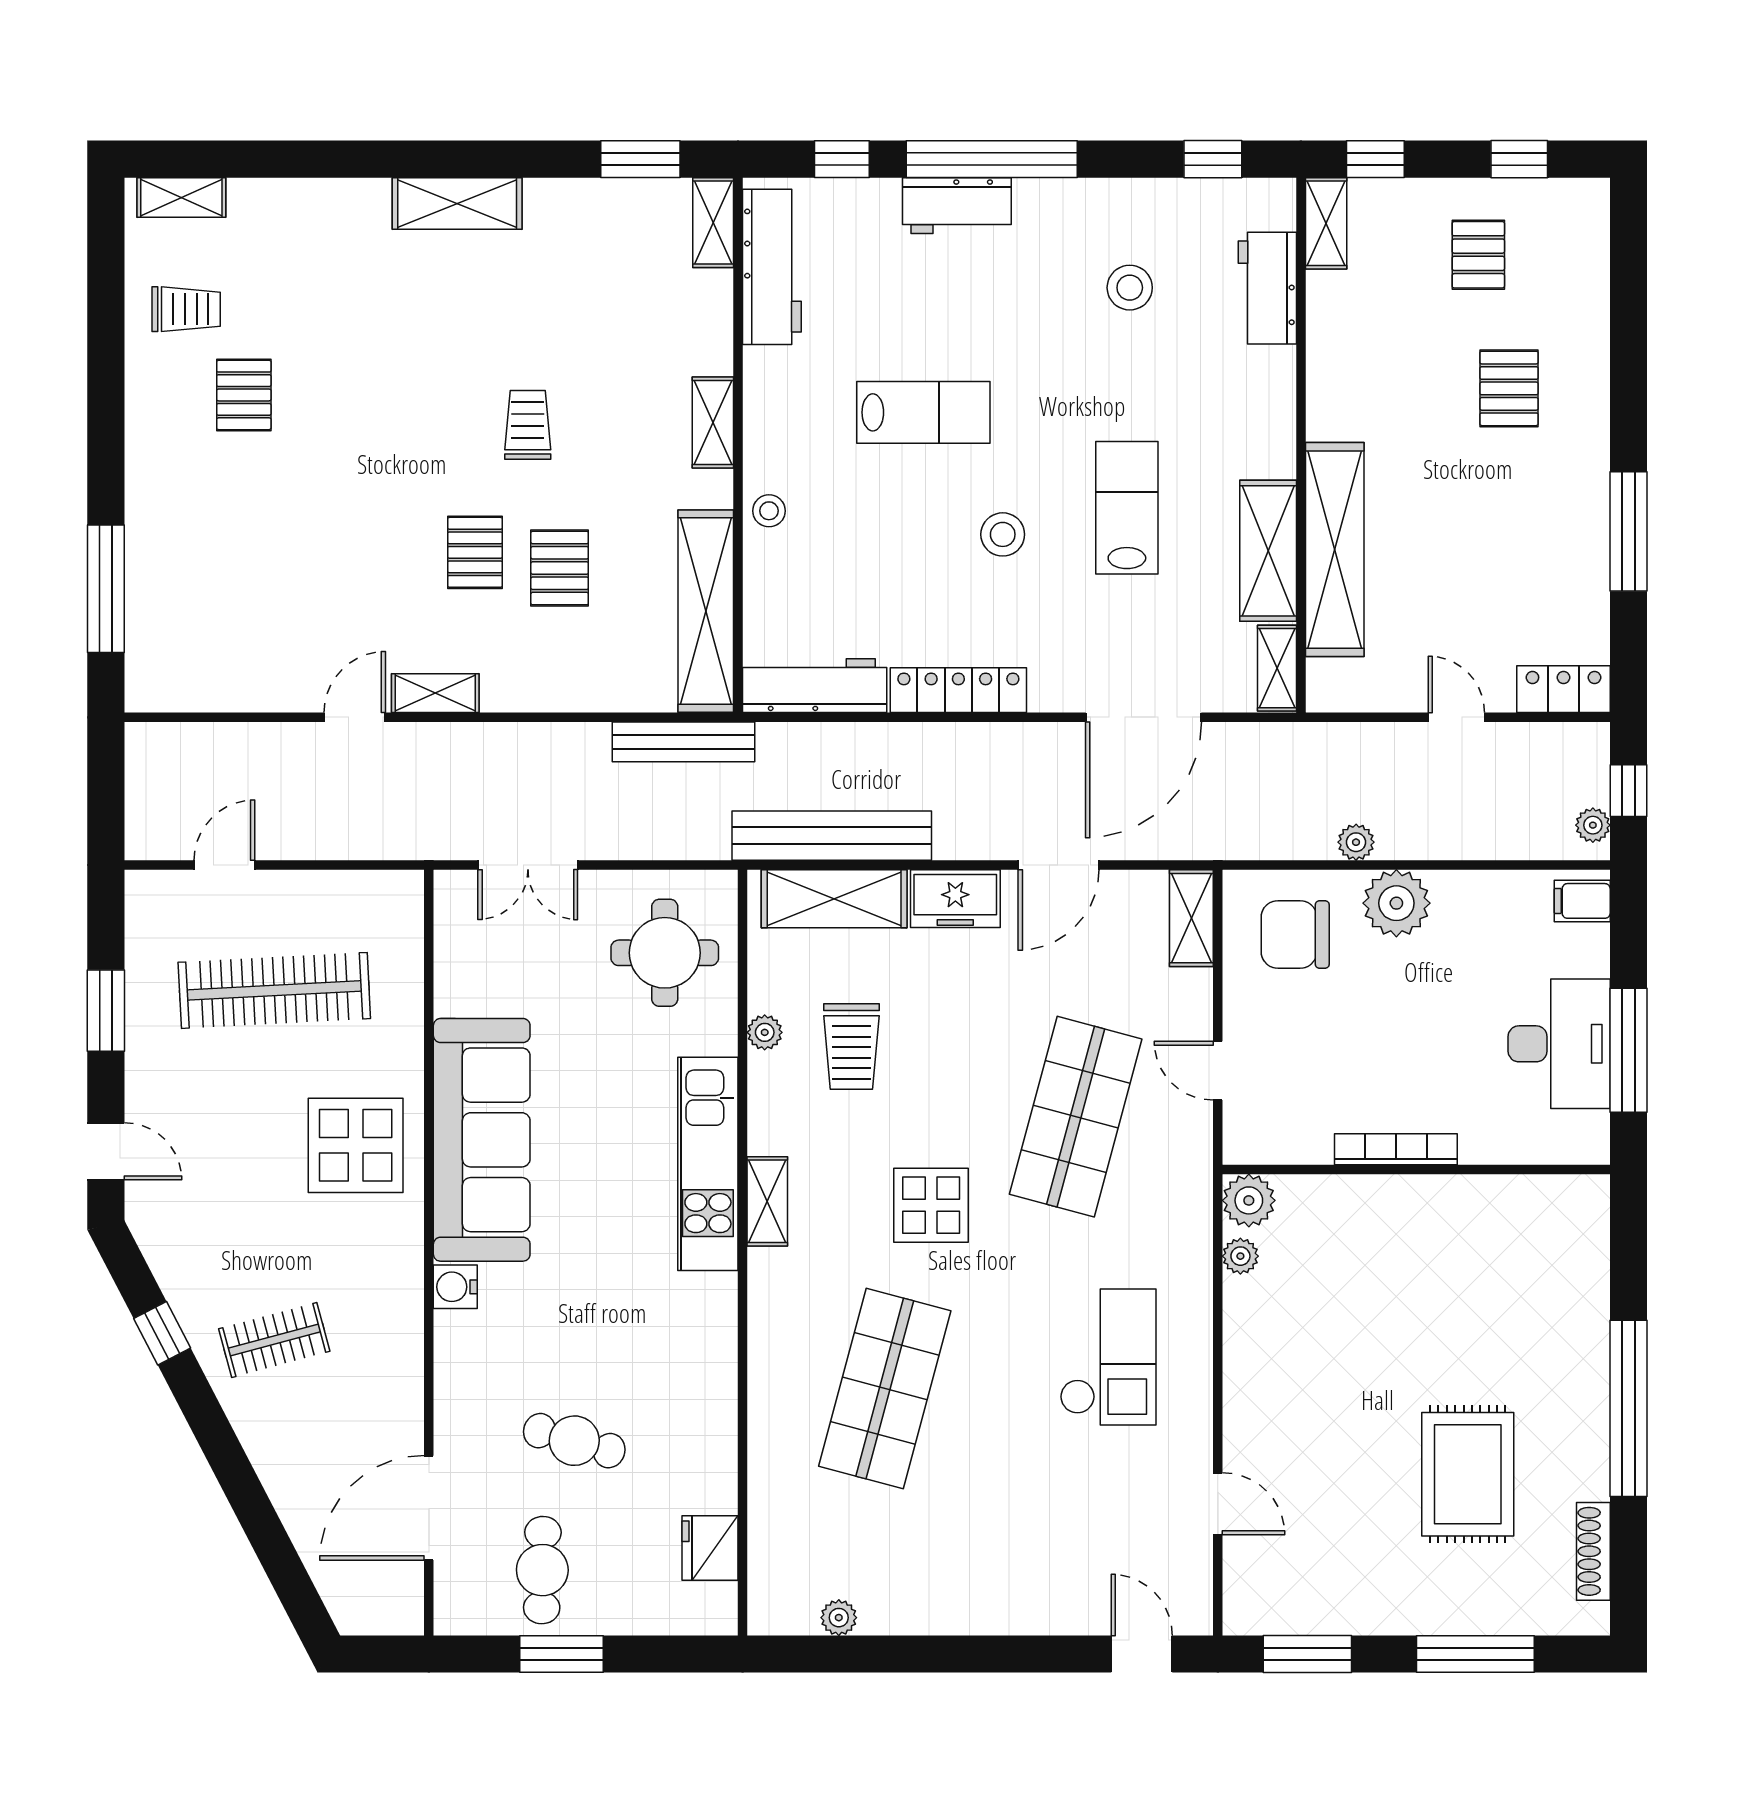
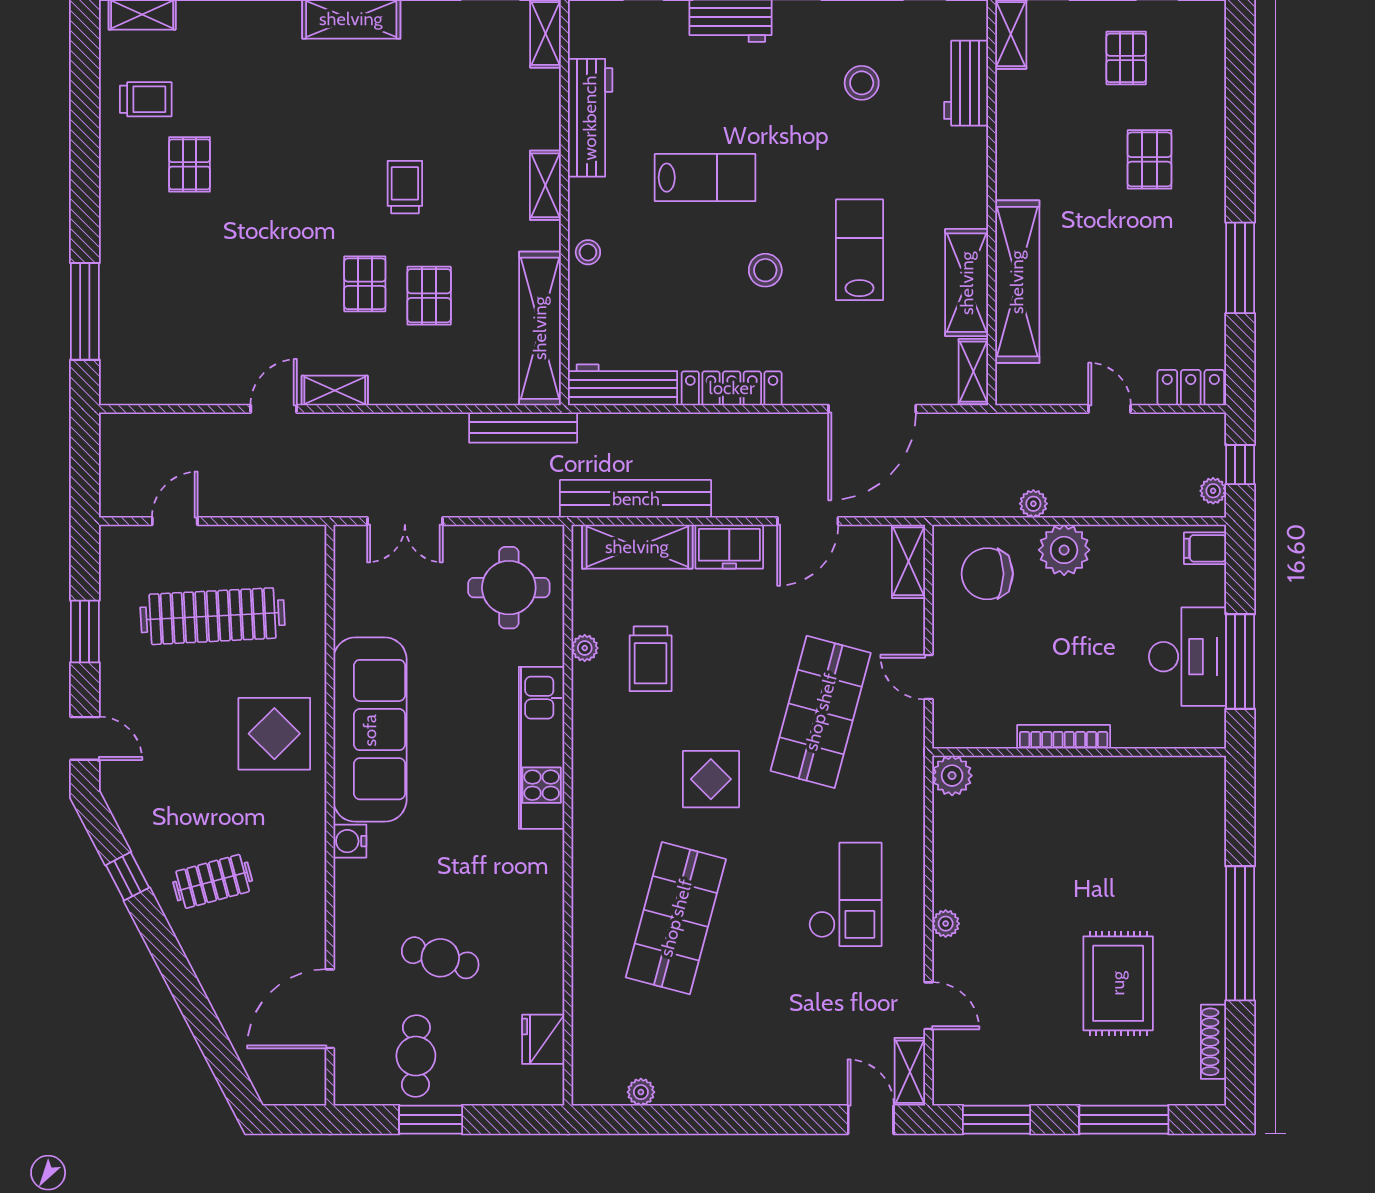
workbench: (772, 267) -> (590, 118), moved
shelving: (767, 1201) -> (910, 1072), moved
plant: (1240, 1256) -> (946, 924), moved

